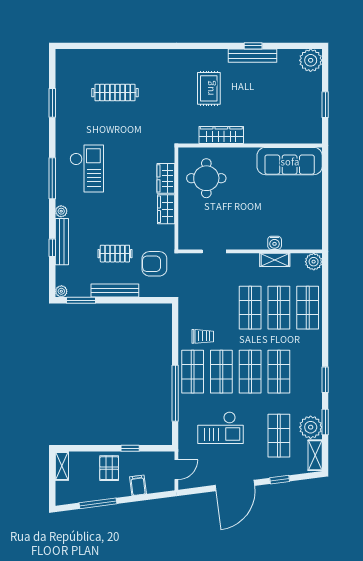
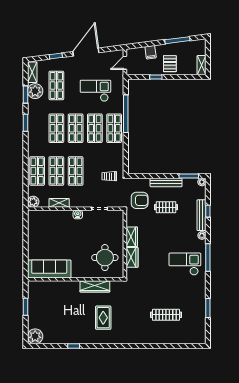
bench: (252, 56) -> (74, 339), removed
checkout: (87, 168) -> (185, 264), turned 90
water cooler: (275, 243) -> (78, 214), moved
trolley: (203, 336) -> (109, 176), moved

